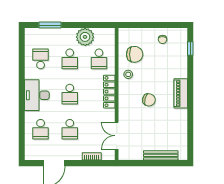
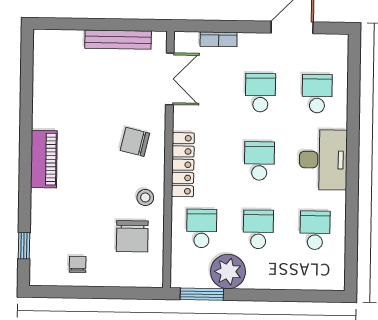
window: (50, 25) -> (202, 294), moved
chair: (135, 54) -> (132, 236), turned -90
school desk: (41, 59) -> (315, 230), turned 180
chair: (149, 100) -> (135, 142), moved
bench: (161, 155) -> (118, 40), moved

